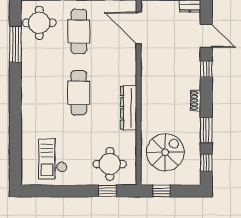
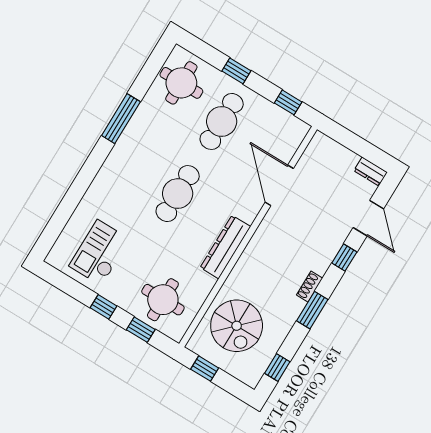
door: (139, 28) -> (279, 185), moved
window: (15, 44) -> (121, 119), moved
window: (206, 130) -> (312, 310), moved
spiral stairs: (165, 152) -> (237, 326), turned 90
window: (76, 191) -> (103, 307), added

